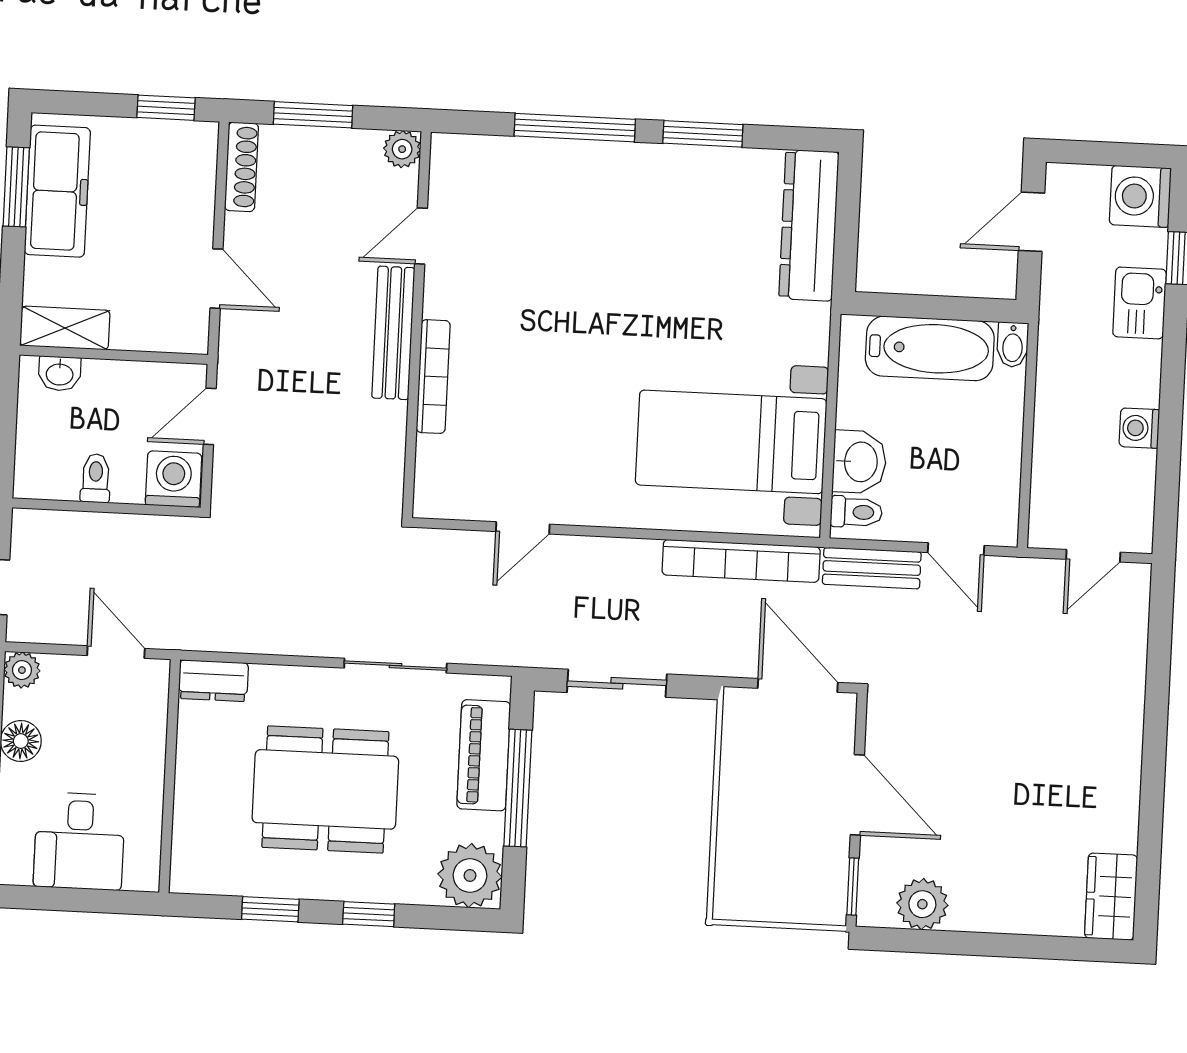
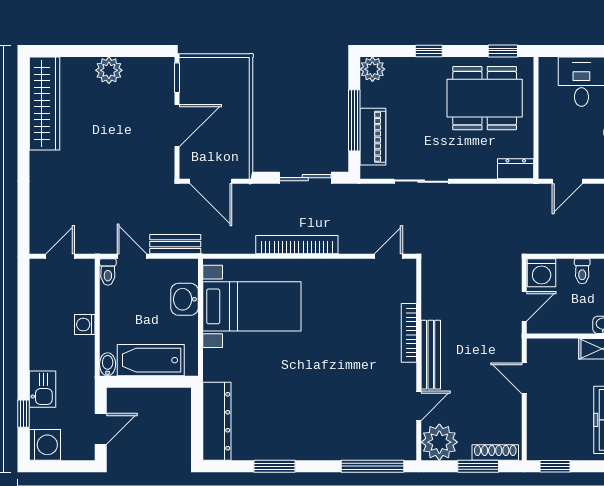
window: (575, 128) -> (372, 466), moved
plant: (402, 149) -> (439, 442), width x1.88, depth x1.88
shoe rack: (241, 167) -> (495, 452), moved, turned 90
washing machine: (1139, 428) -> (85, 325), moved, turned 180
toilet: (856, 512) -> (108, 272), moved, turned -90
door: (523, 528) -> (388, 256), moved
bookcase: (741, 561) -> (297, 245), moved
door: (116, 652) -> (567, 181), hinge flipped
dining table: (325, 789) -> (485, 98), moved
door: (857, 795) -> (177, 126), swing flipped
plant: (470, 876) -> (372, 69), width x0.73, depth x0.73
wardrobe: (1111, 897) -> (44, 103), width x2.10, depth x1.17
plant: (922, 904) -> (109, 70), moved
window: (270, 909) -> (503, 51), moved

